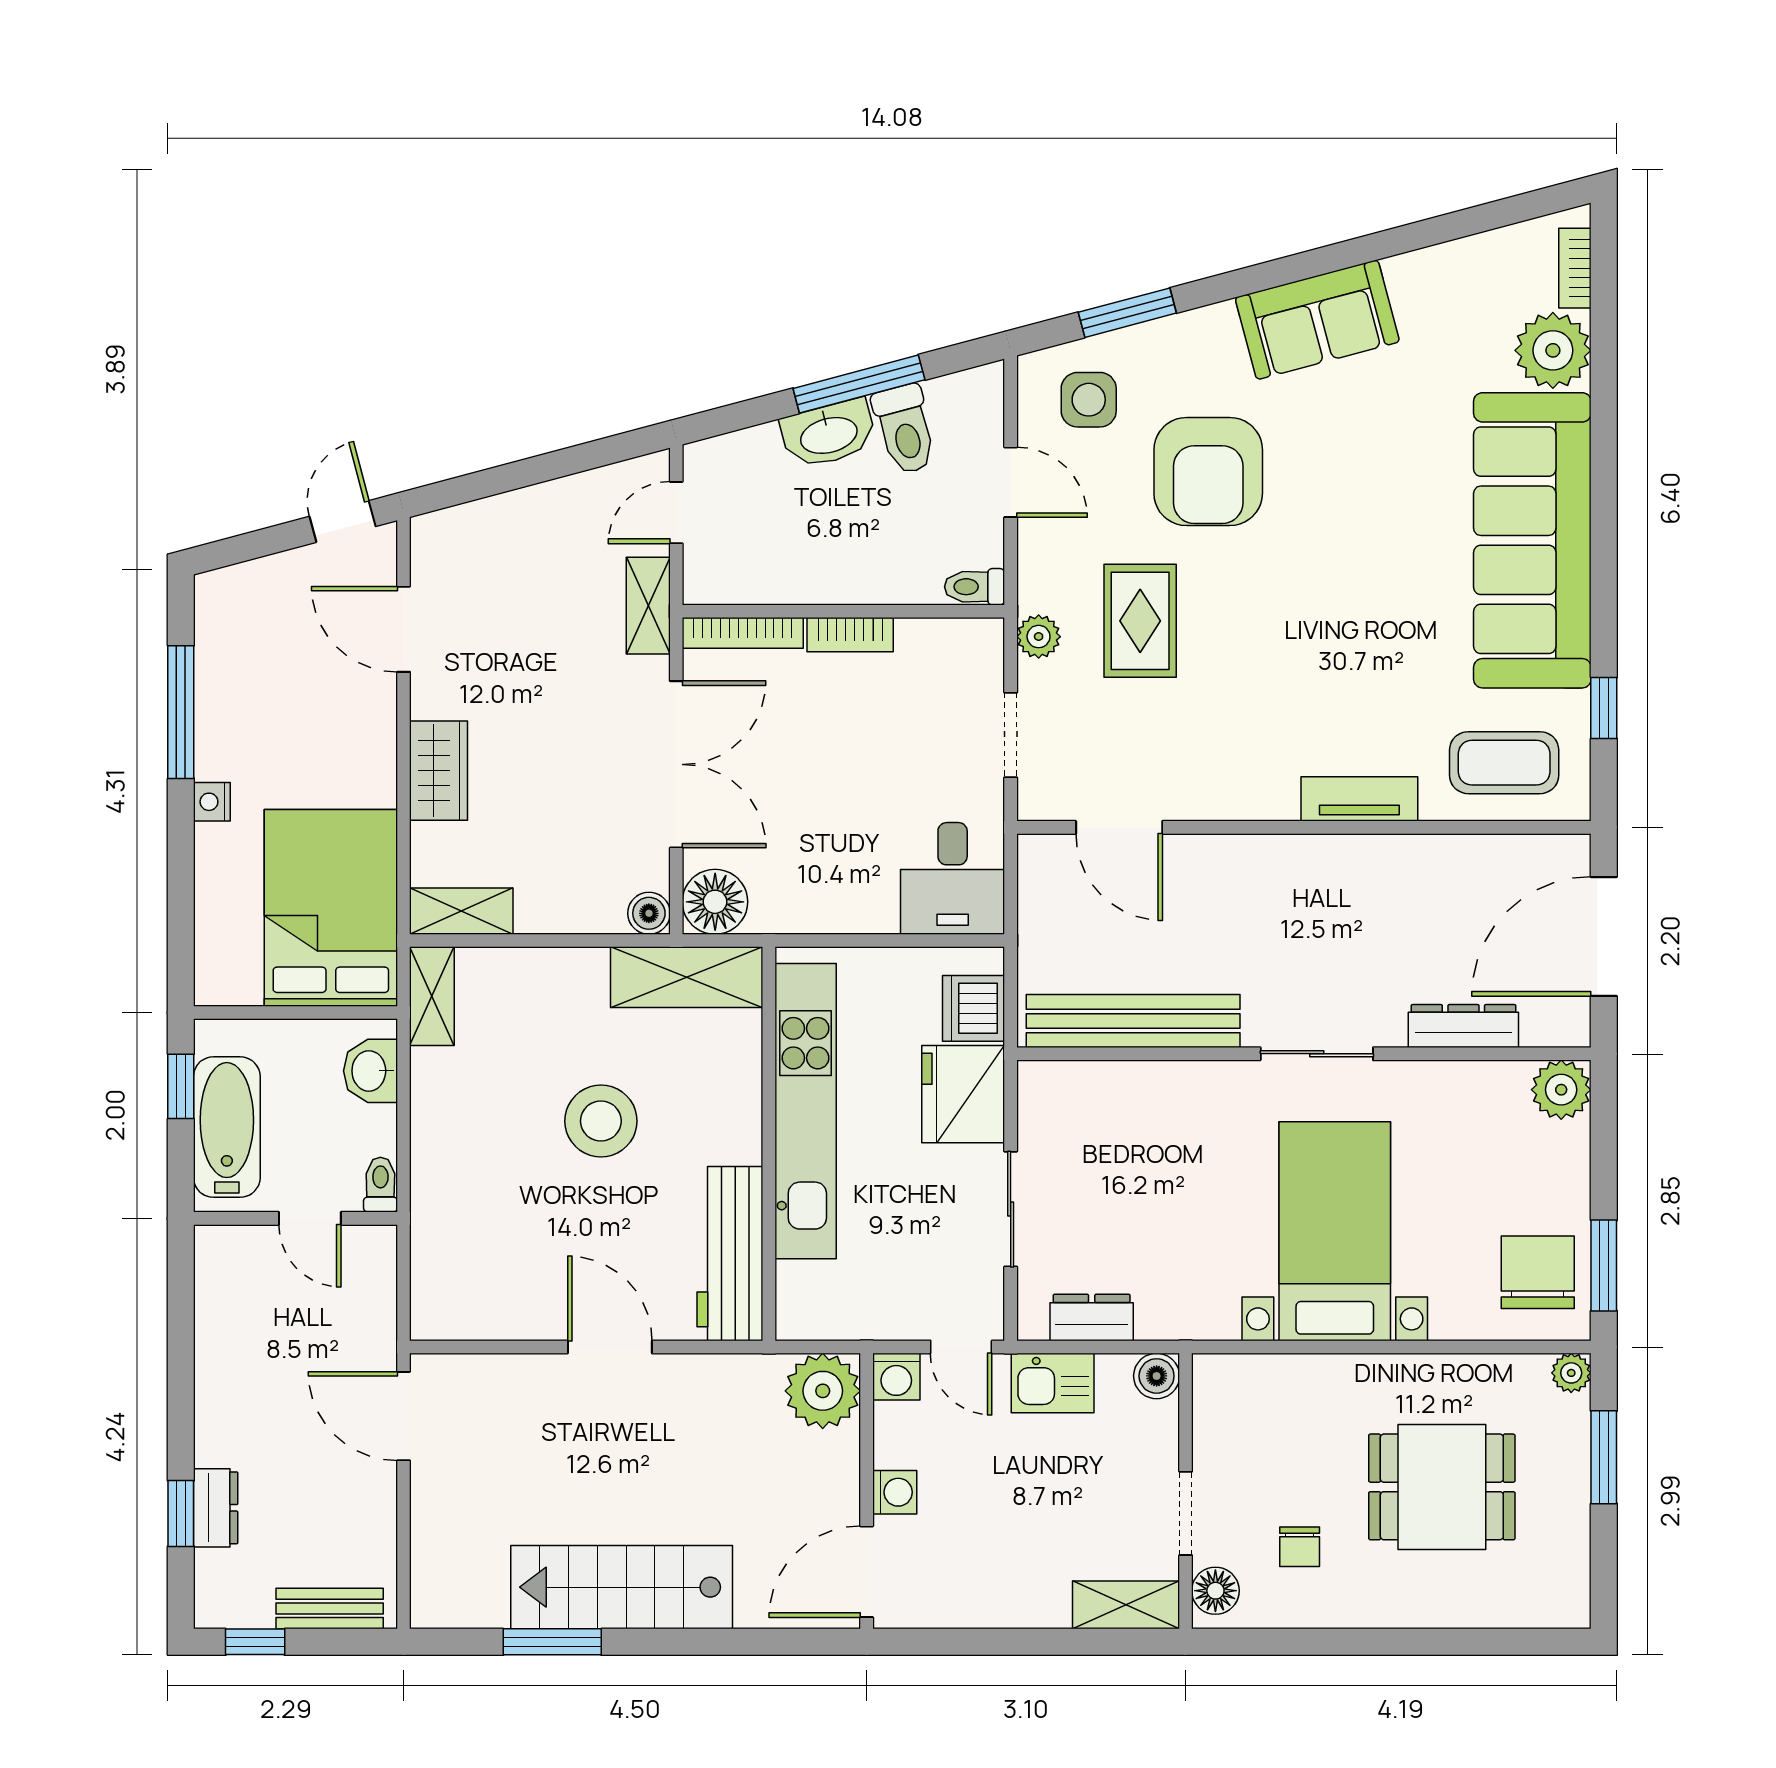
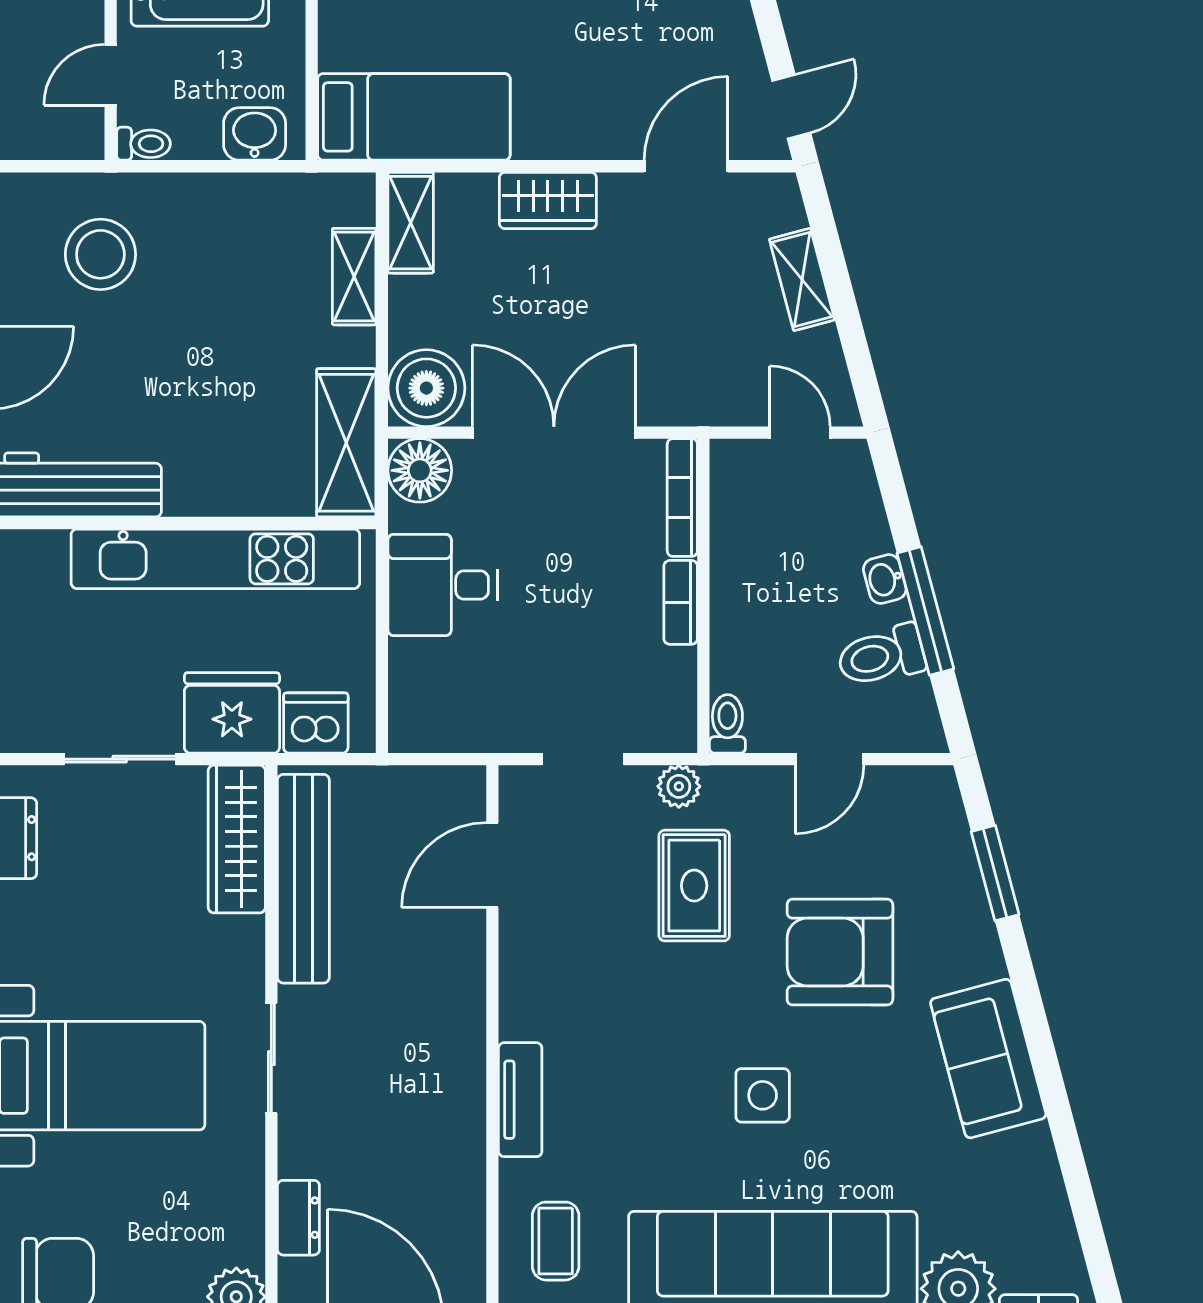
side table: (1089, 400) -> (763, 1095), moved
washbasin: (828, 434) -> (885, 579), width x0.52, depth x0.69
door: (343, 521) -> (791, 107), hinge flipped
shelving: (648, 606) -> (802, 279), moved, turned 75
rug: (1140, 621) -> (694, 886), turned 90
coffee table: (1504, 763) -> (556, 1241), width x0.73, depth x0.77
double door: (676, 764) -> (554, 433), swing flipped
desk: (953, 878) -> (443, 585), moved
bed: (331, 908) -> (414, 117), width x0.67
boiler: (649, 913) -> (426, 388), width x1.86, depth x1.86
shelving: (432, 996) -> (354, 277), moved, turned 90
dresser: (1463, 1026) -> (298, 1218), width x0.70
wardrobe: (1092, 1089) -> (237, 839), added
stool: (601, 1121) -> (100, 254), moved

